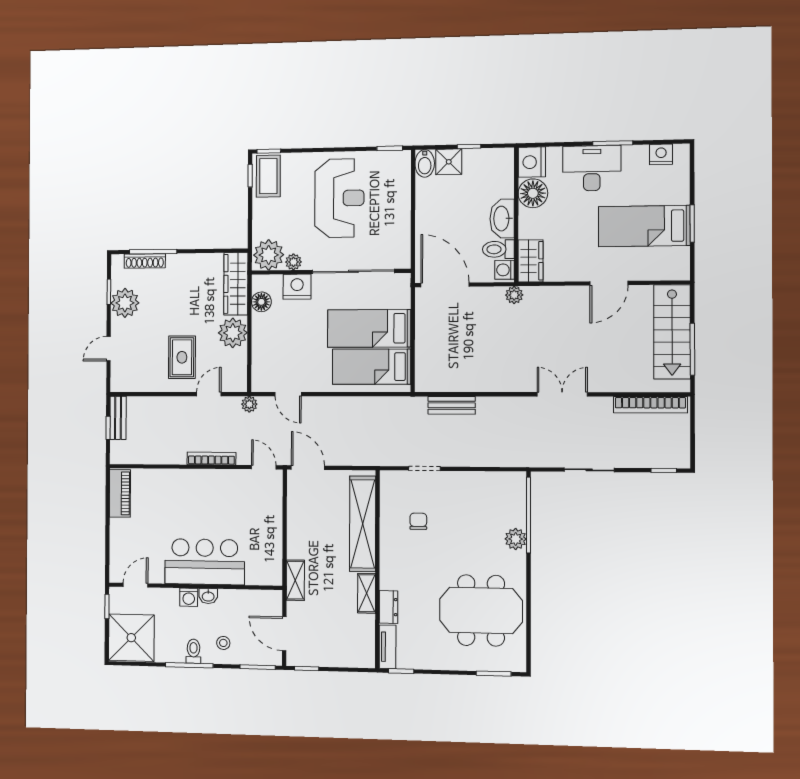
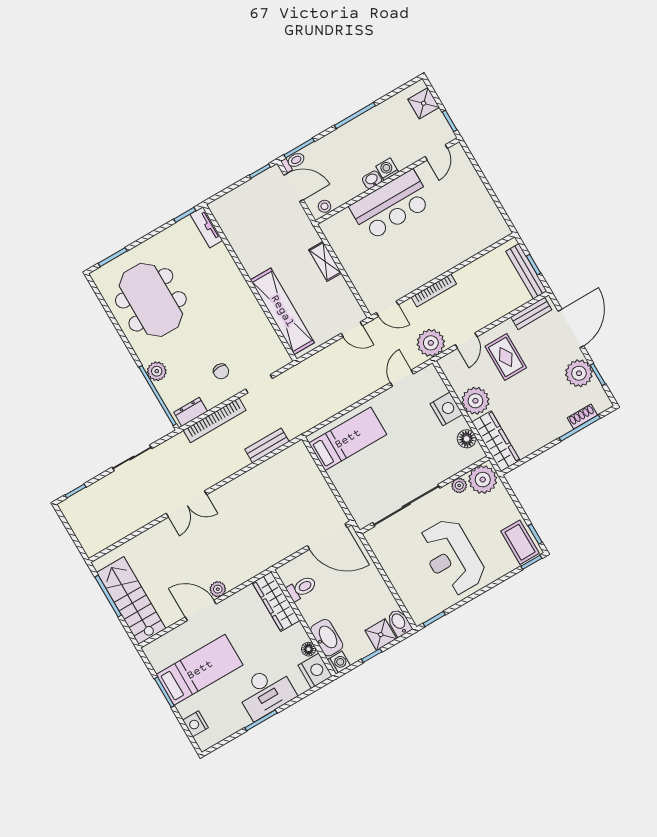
nightstand: (661, 154) -> (195, 724), moved, turned 90
floor lamp: (533, 193) -> (309, 649), width x0.53, depth x0.53
washbasin: (502, 219) -> (327, 638), moved
shoe rack: (145, 261) -> (582, 416), width x0.70
wardrobe: (531, 261) -> (276, 602), width x1.50
washing machine: (504, 270) -> (339, 663), moved
door: (609, 283) -> (201, 610), hinge flipped
nightstand: (297, 287) -> (446, 409), moved, turned -90
plant: (514, 295) -> (218, 589), moved
bed: (369, 328) -> (367, 468), removed
door: (109, 349) -> (571, 329), width x1.88
bench: (136, 384) -> (531, 313), added
door: (288, 394) -> (402, 378), hinge flipped
plant: (249, 404) -> (431, 343), width x1.87, depth x1.87
bookcase: (650, 405) -> (215, 420), moved, turned 180
bench: (118, 418) -> (526, 271), width x1.36
door: (308, 468) -> (352, 330), width x0.73
piano: (120, 493) -> (493, 218), removed
chair: (418, 521) -> (221, 371), moved
shelving: (295, 580) -> (325, 261), moved
shelving: (367, 593) -> (247, 259), removed
dresser: (389, 607) -> (191, 412), moved, turned 90
meeting table: (481, 610) -> (151, 300), turned 90
shower: (131, 638) -> (424, 103), width x0.54, depth x0.54
stool: (223, 643) -> (324, 206), moved
toilet: (193, 651) -> (294, 161), moved, turned -90

